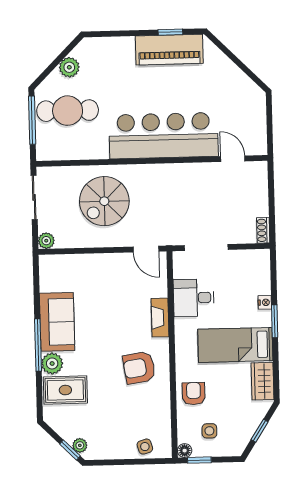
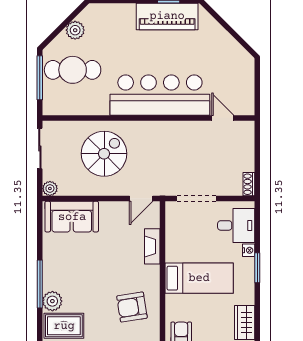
spiral stairs: (104, 201) -> (104, 154), turned 180
door: (146, 249) -> (141, 199), hinge flipped
desk: (194, 298) -> (236, 225), moved, turned 180
fireplace: (160, 318) -> (152, 246), moved
sofa: (57, 322) -> (72, 217), moved, turned 90
bed: (235, 345) -> (199, 278), moved, turned 180

